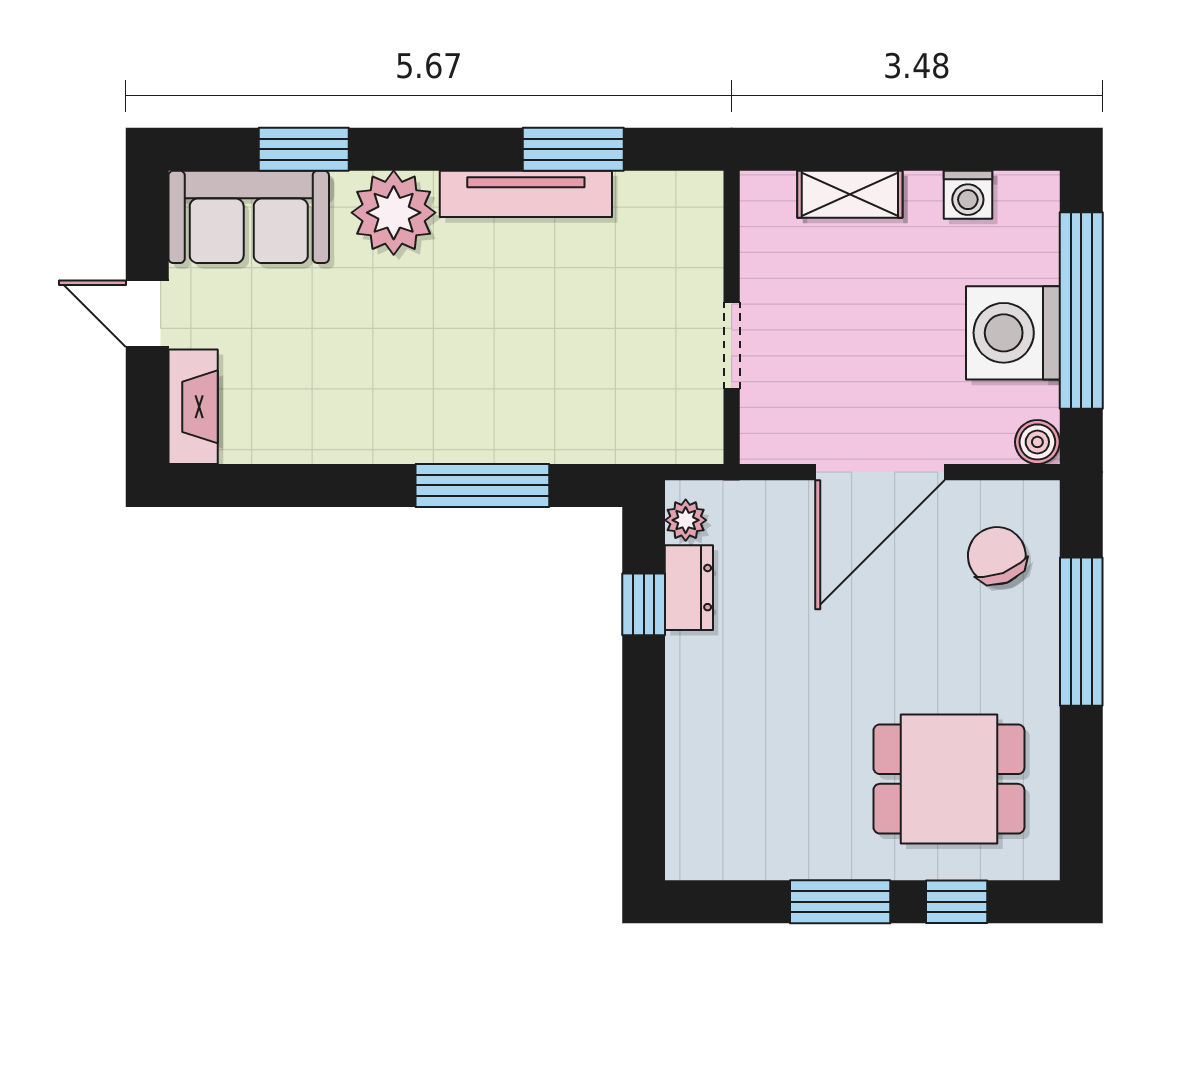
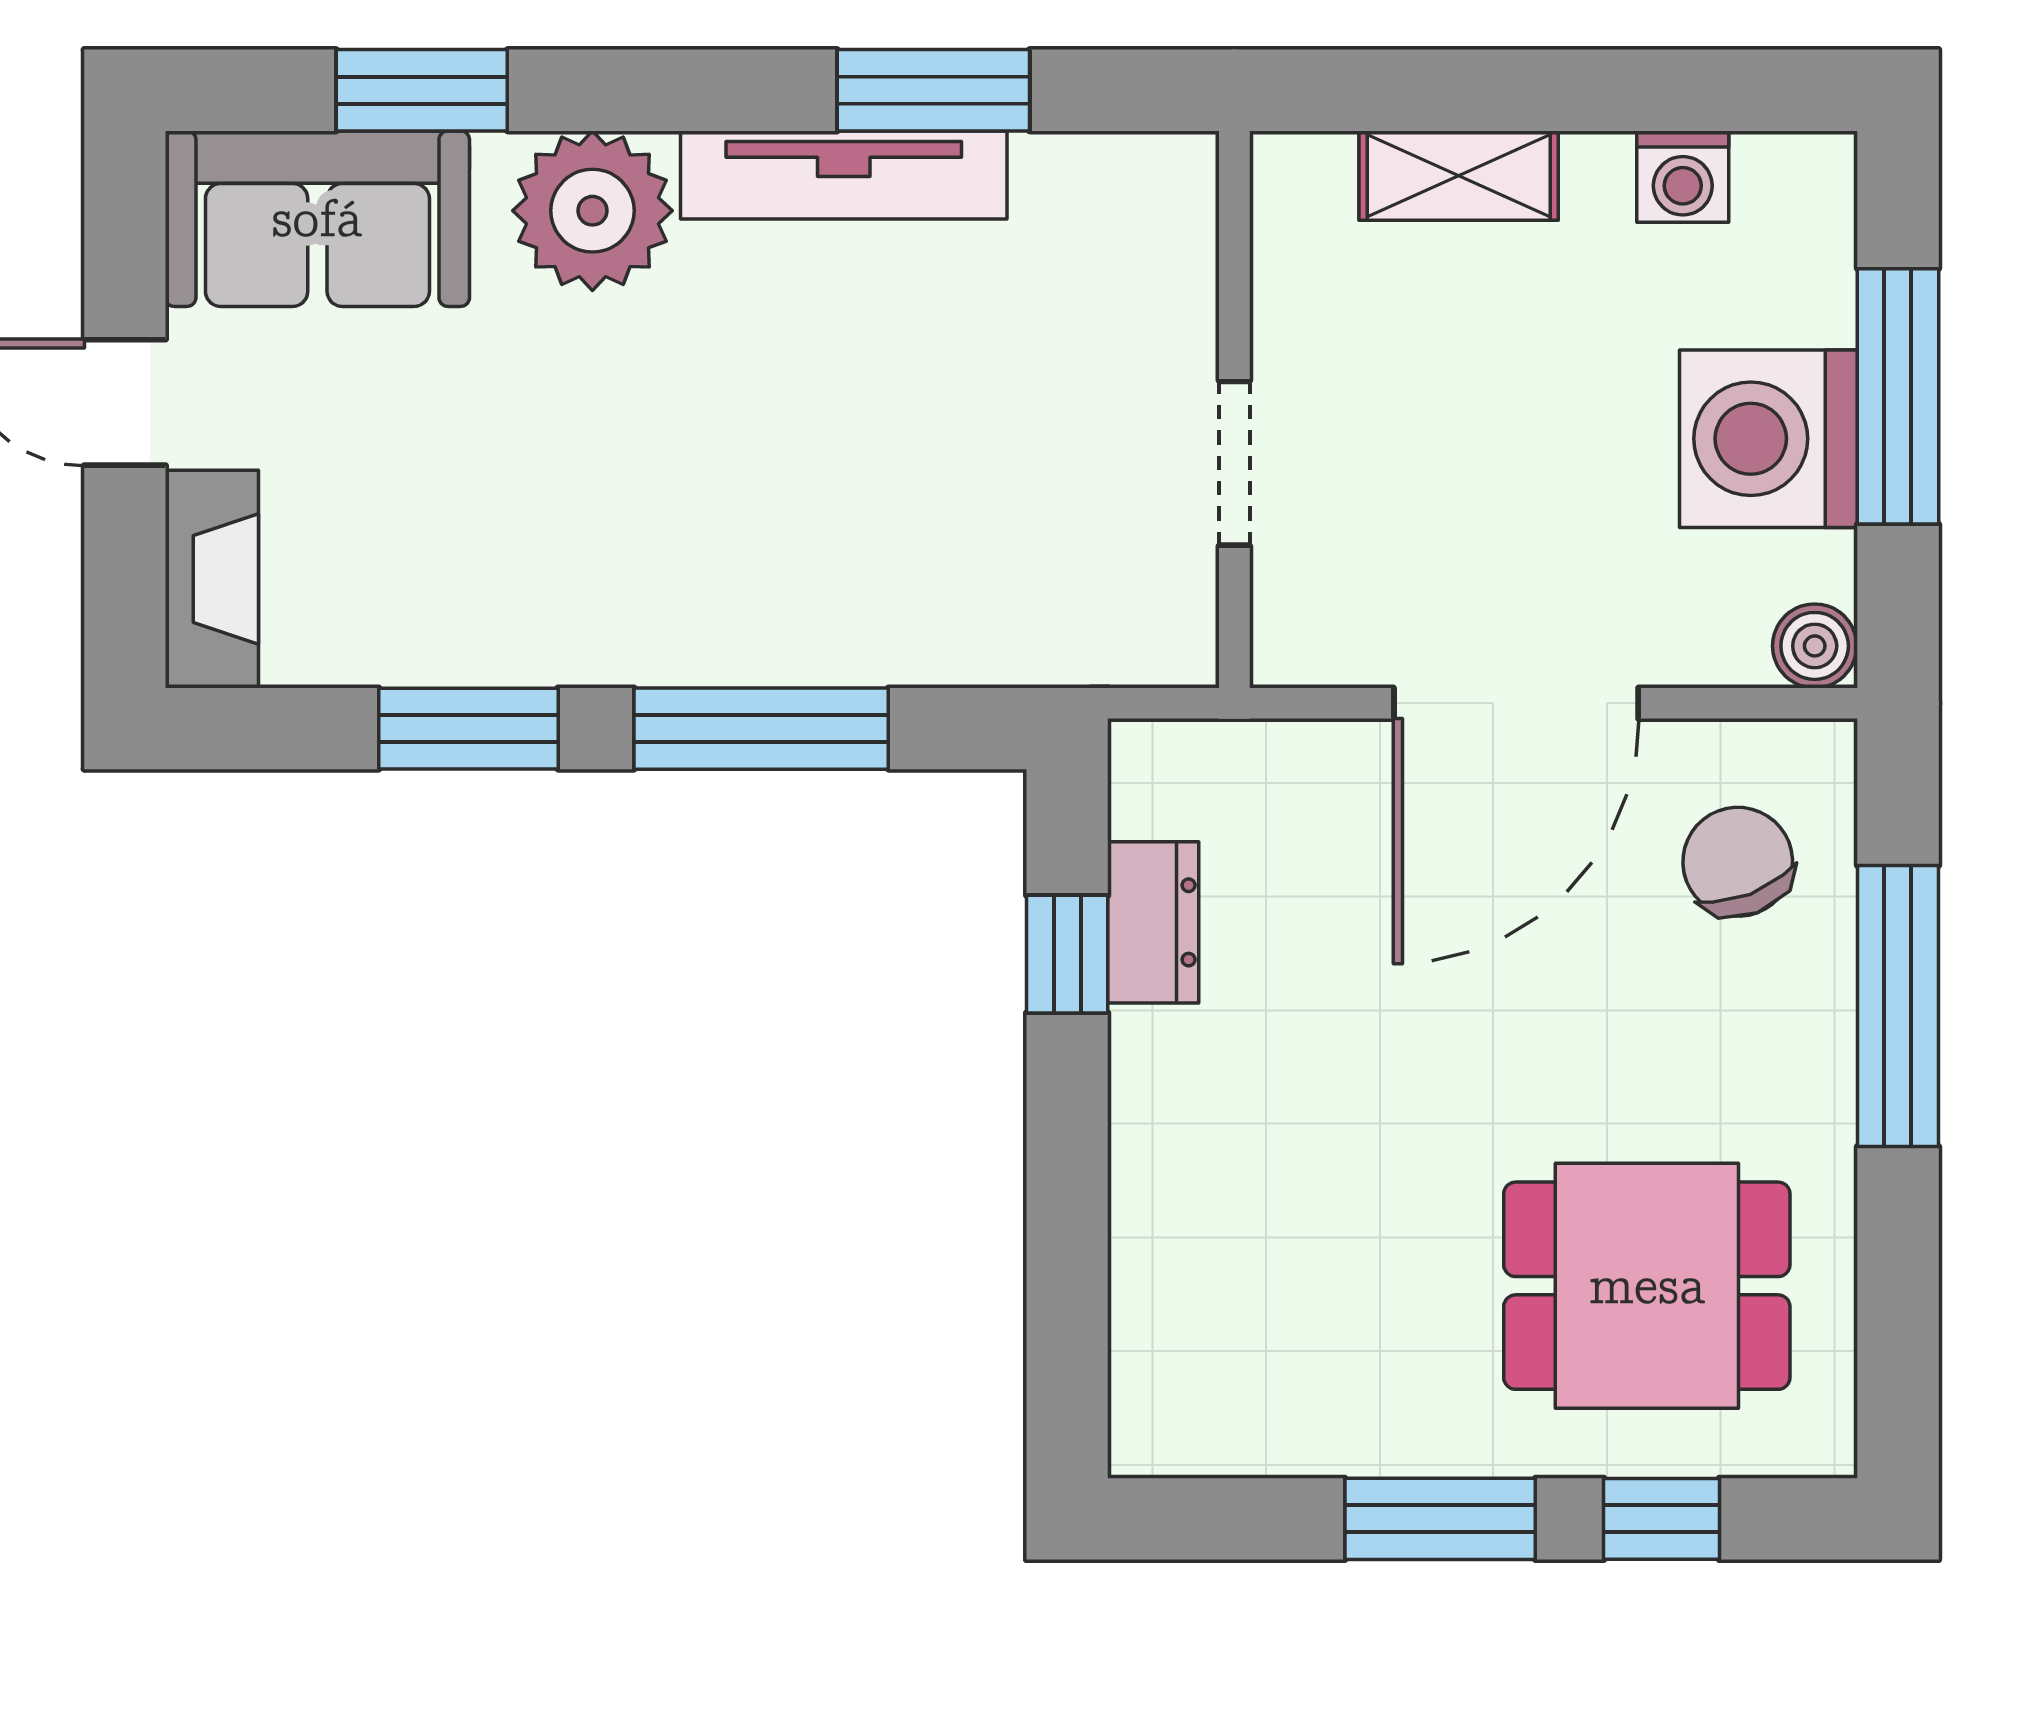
window: (1081, 311) -> (1898, 396), width x0.68
window: (328, 485) -> (468, 729), added
plant: (686, 520) -> (1147, 794), removed

